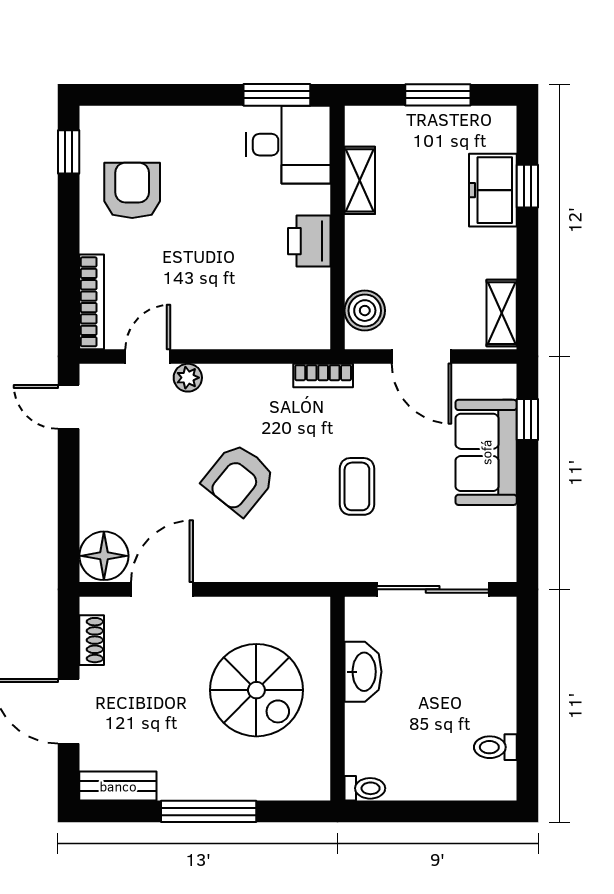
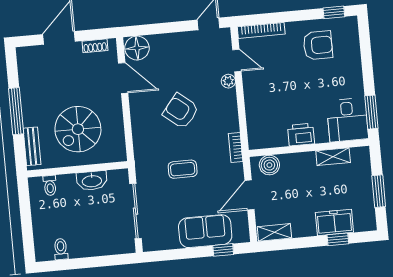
bench: (118, 786) -> (32, 146), moved
toilet: (365, 788) -> (50, 185), moved

